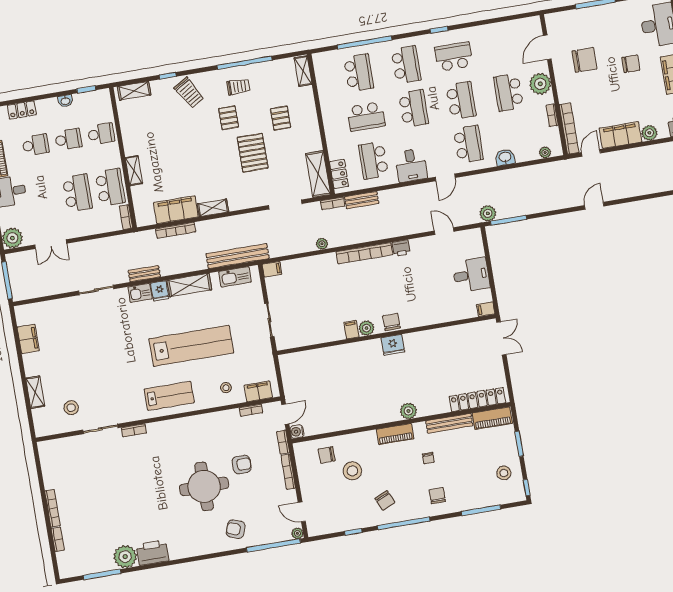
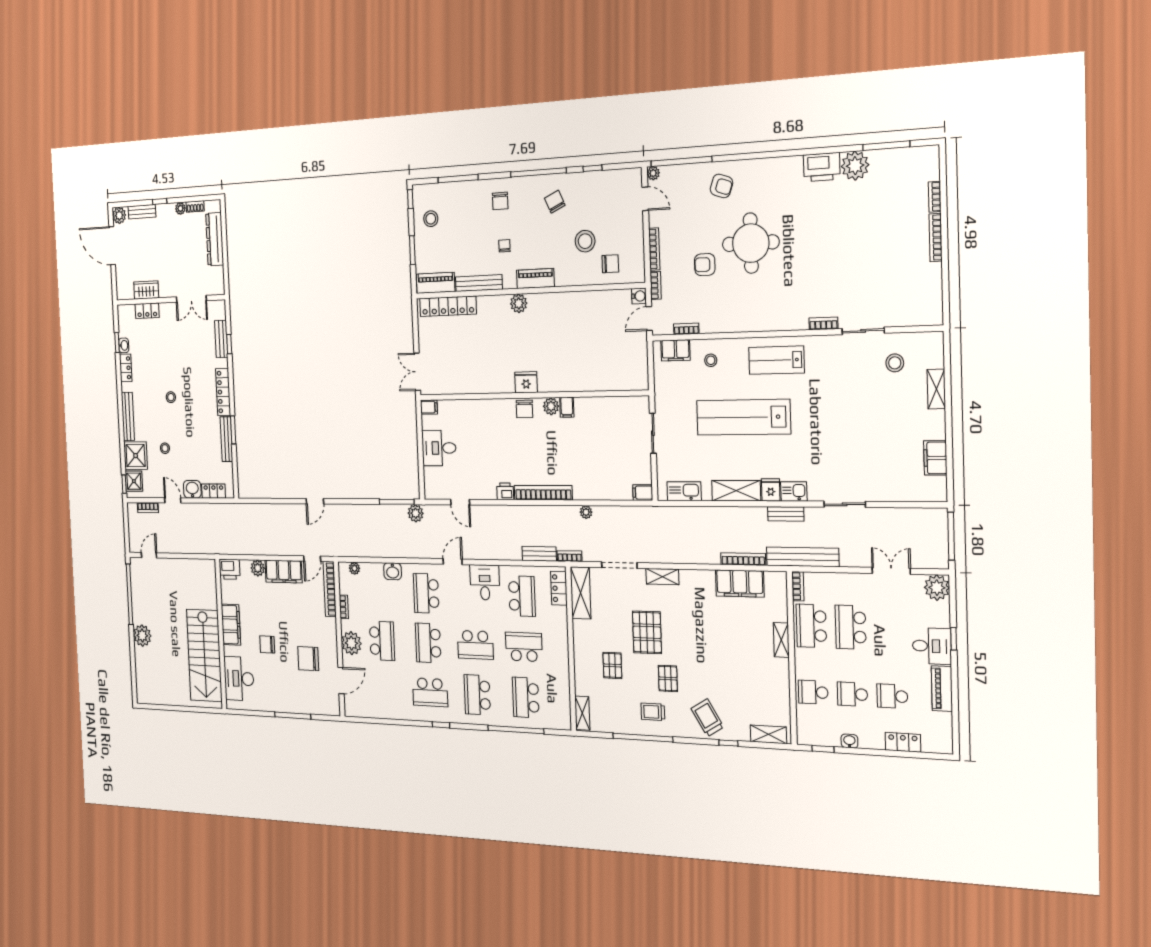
school desk: (414, 108) -> (475, 645), turned -90
shelving: (213, 208) -> (662, 577), moved
bench: (238, 256) -> (803, 557), moved

